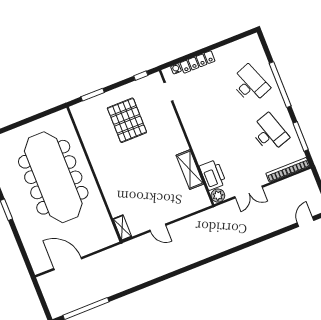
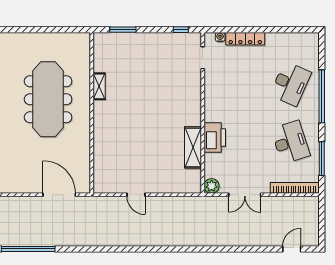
desk: (250, 84) -> (290, 84), turned 45
pallet: (127, 120) -> (148, 70), removed
printer: (213, 175) -> (215, 137), moved
meeting table: (53, 177) -> (48, 99), width x0.73, depth x0.79
shelving: (122, 228) -> (99, 86), moved
door: (68, 264) -> (59, 195), moved

